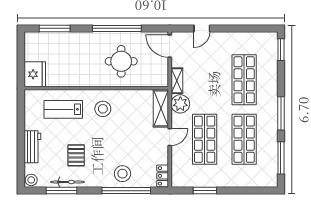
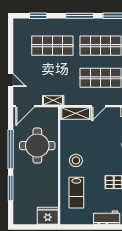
window: (55, 28) -> (11, 188), moved
window: (281, 50) -> (38, 16), moved
round table: (121, 61) -> (37, 146), width x1.36, depth x1.36
plant: (180, 104) -> (72, 98), removed
door: (170, 137) -> (99, 106), swing flipped

